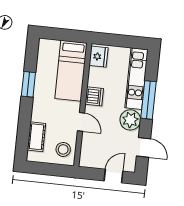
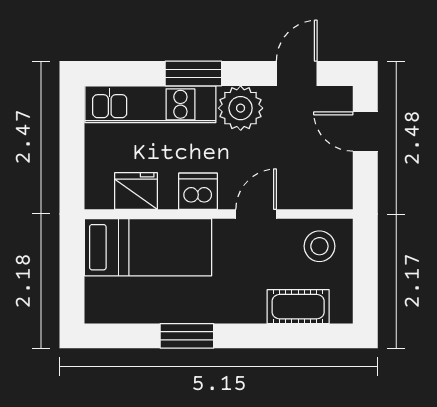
fridge: (99, 57) -> (136, 191), moved
window: (148, 100) -> (193, 73), width x0.69

